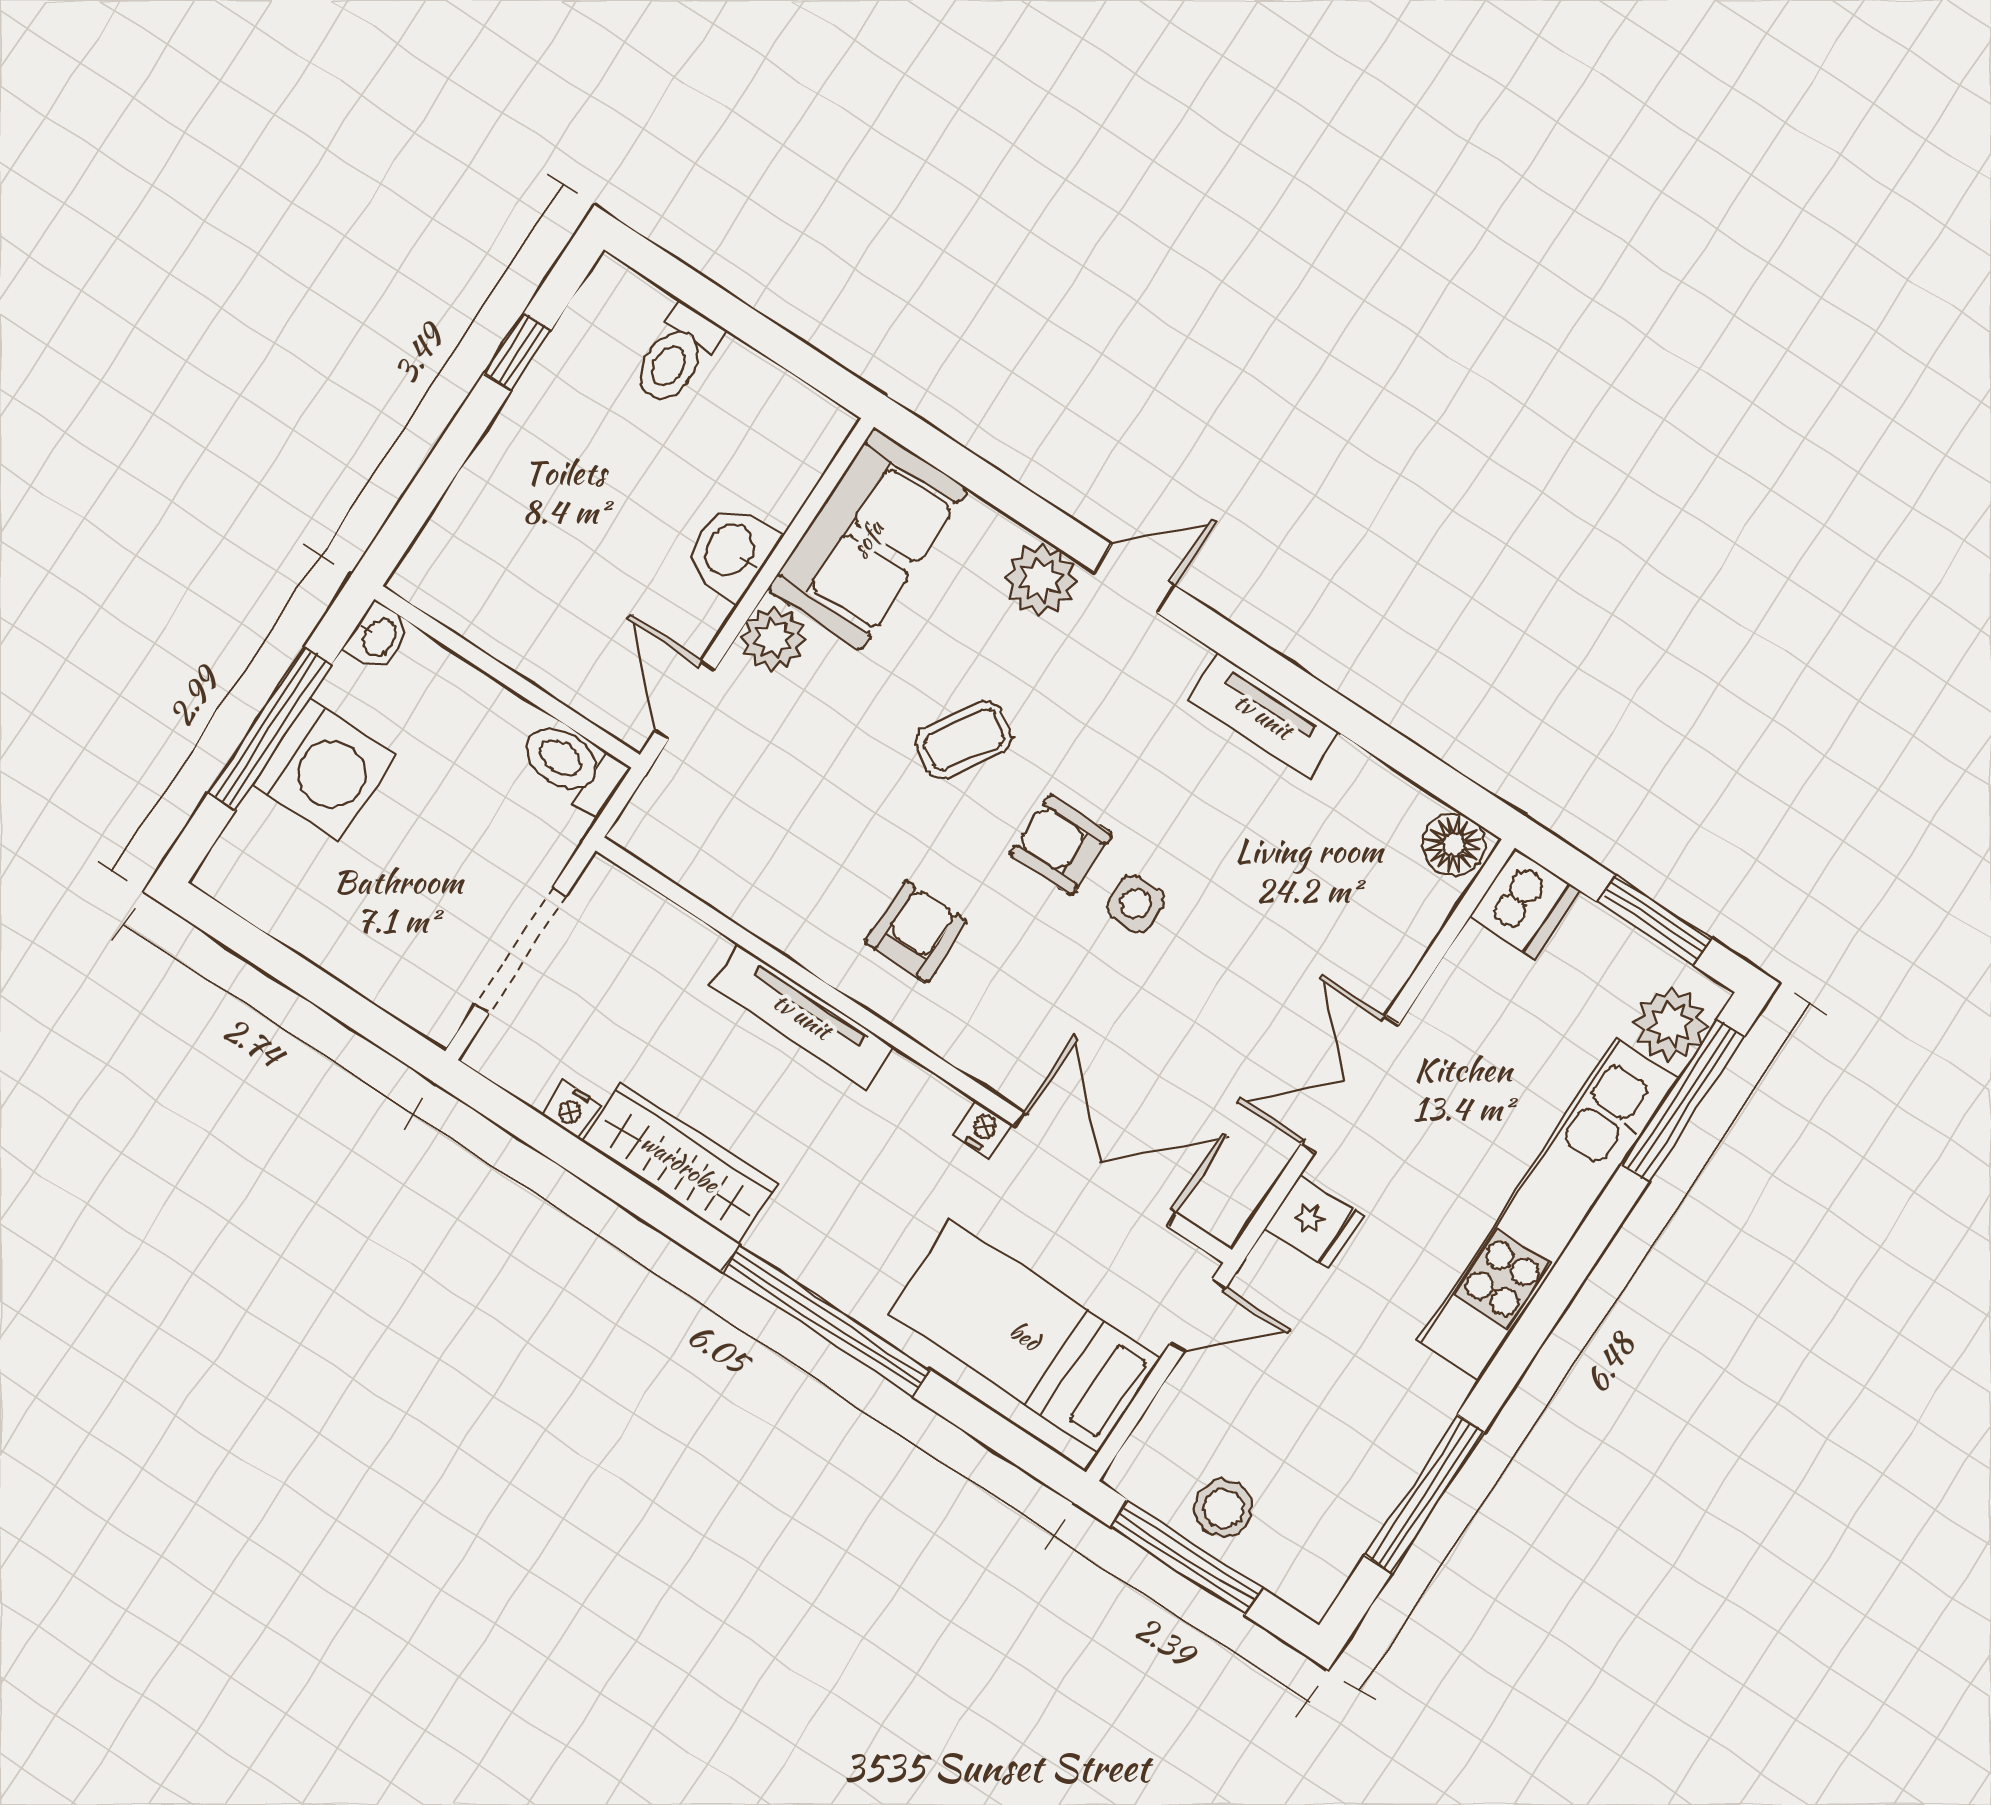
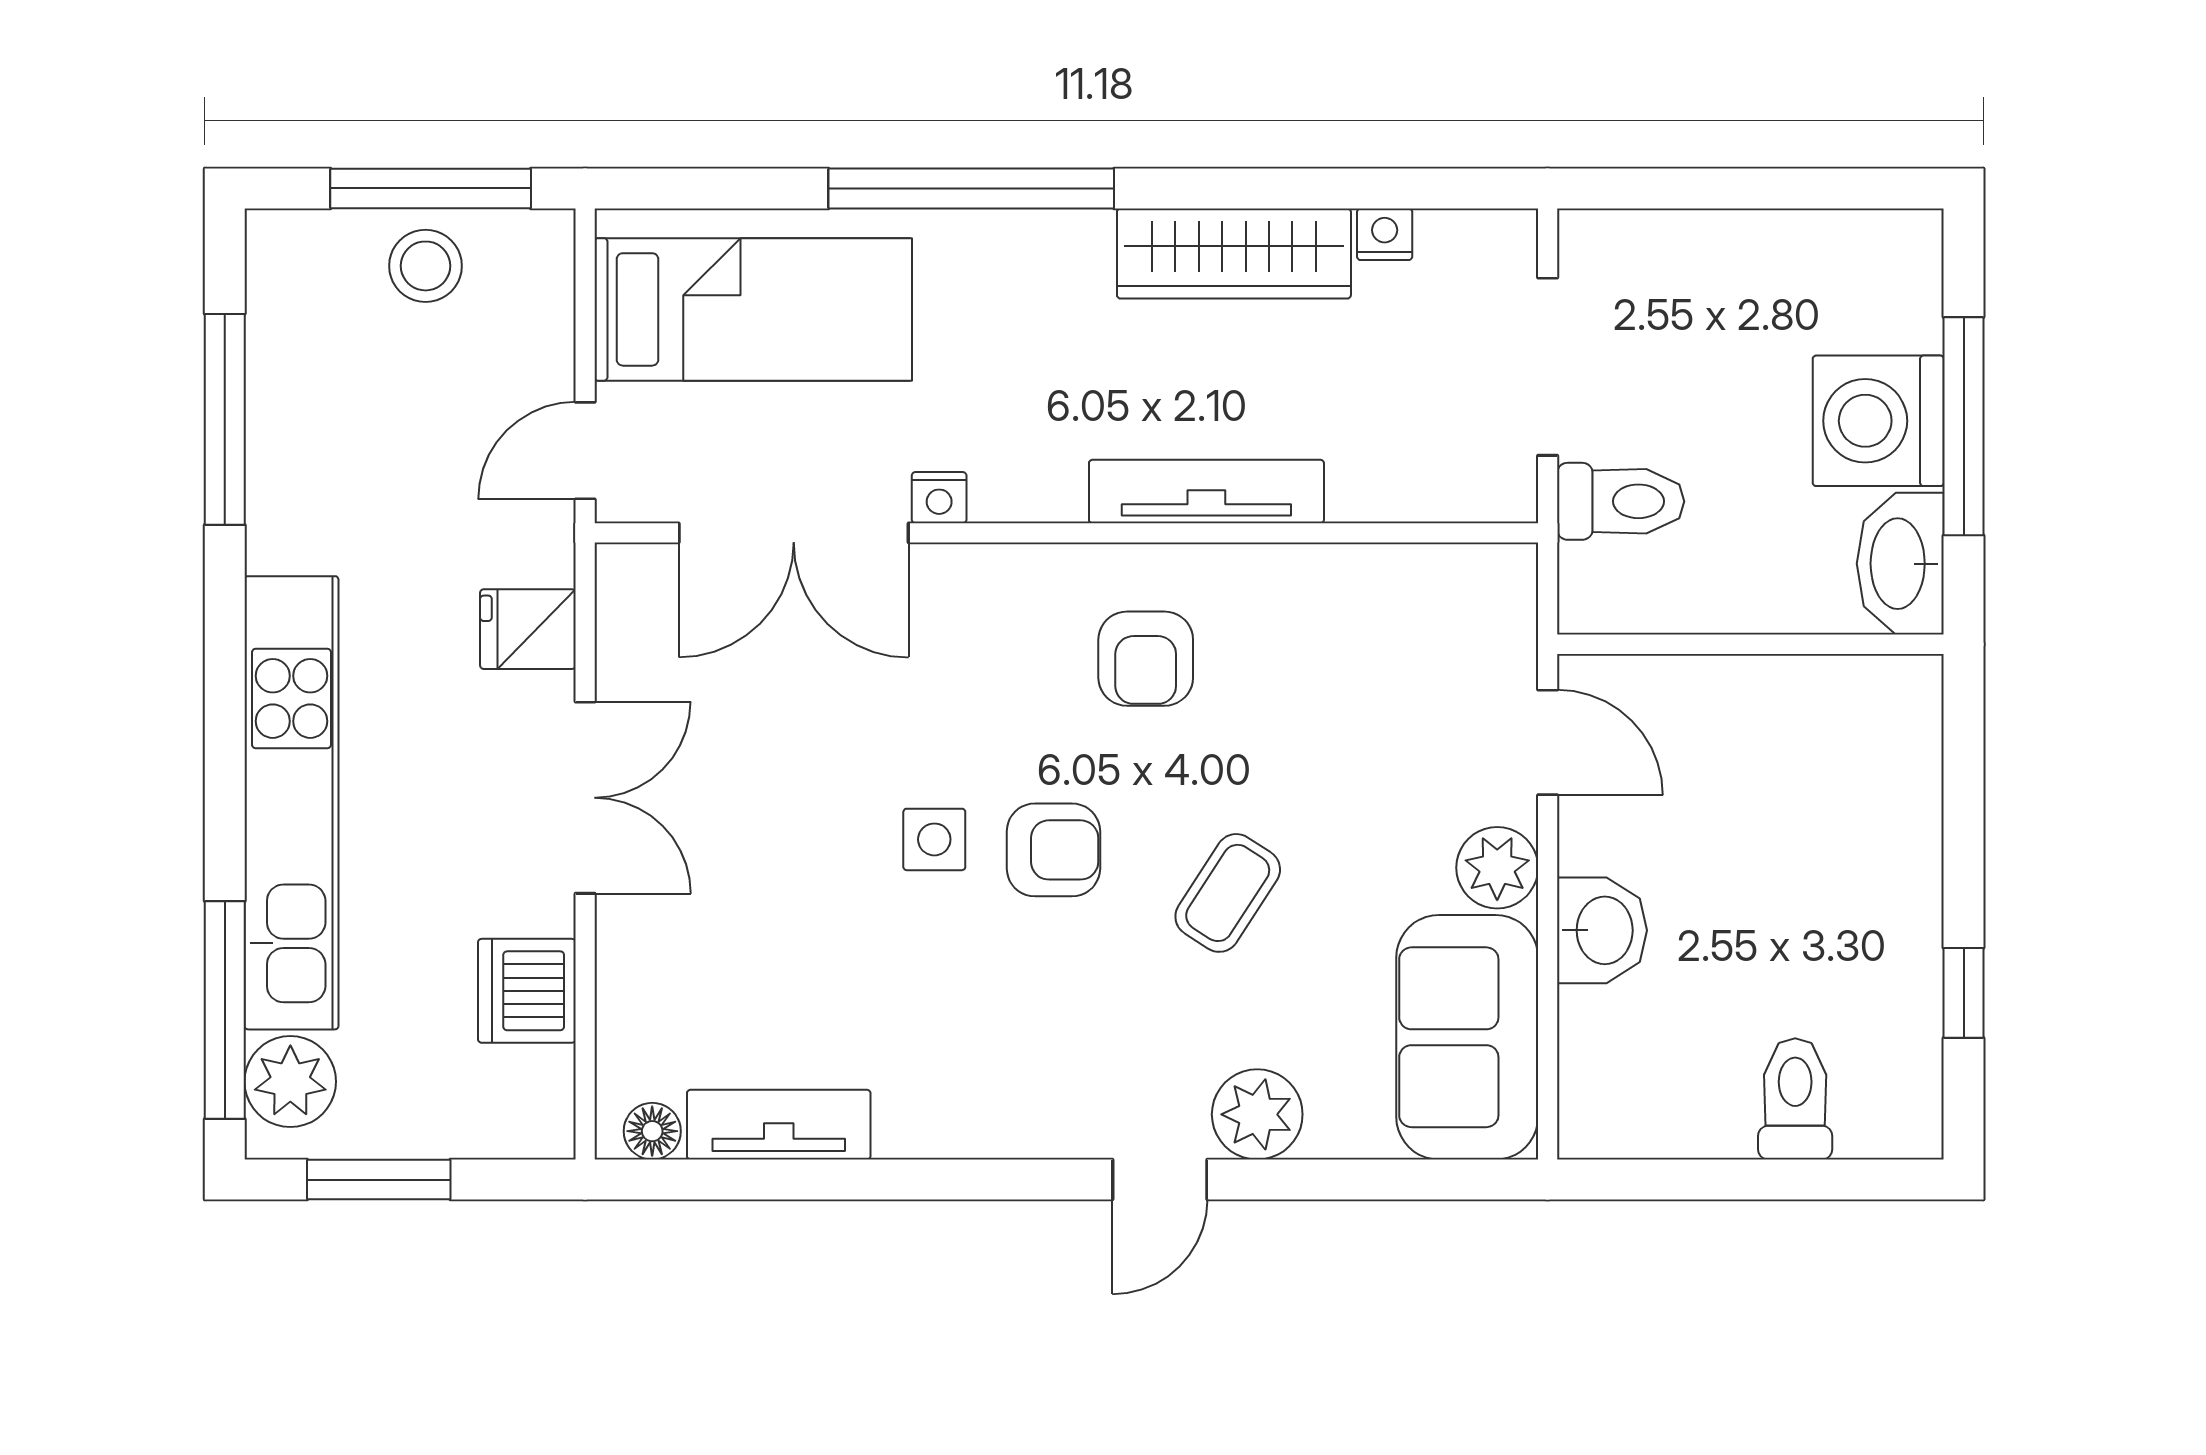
washbasin: (378, 636) -> (1900, 564), width x1.91, depth x1.45
tv unit: (1263, 716) -> (779, 1125), moved
toilet: (572, 766) -> (1621, 501), moved
floor lamp: (1454, 845) -> (652, 1131), width x0.73, depth x0.73
dishwasher: (1524, 903) -> (527, 991), moved

